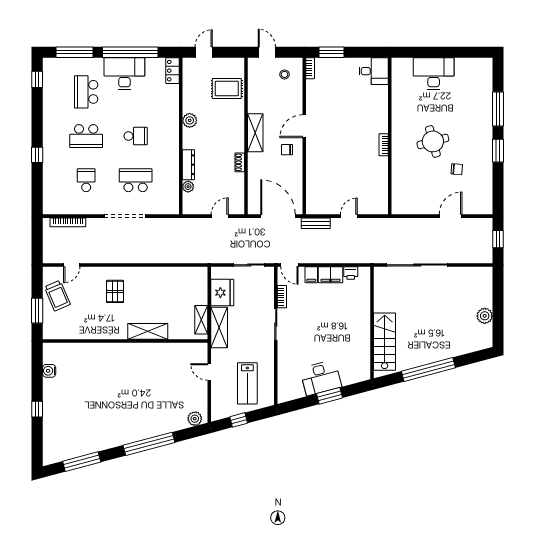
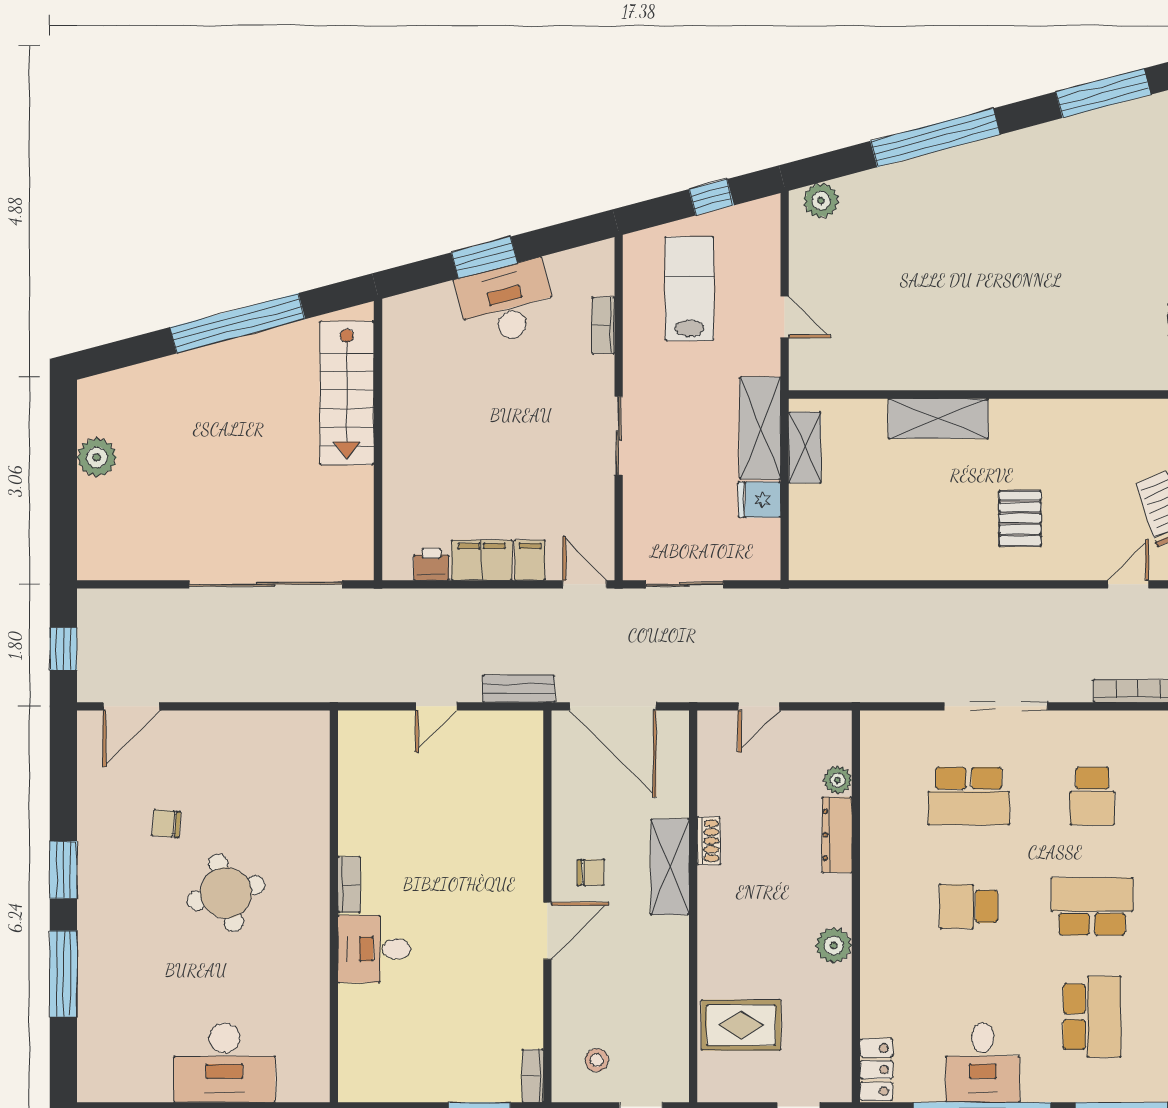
desk: (374, 71) -> (374, 949), moved
desk: (124, 74) -> (983, 1062), width x0.73
shelving: (255, 133) -> (670, 867), moved
door: (451, 216) -> (131, 706), moved
fridge: (222, 293) -> (759, 500), width x0.53, depth x0.75
bookcase: (282, 297) -> (603, 325), moved

